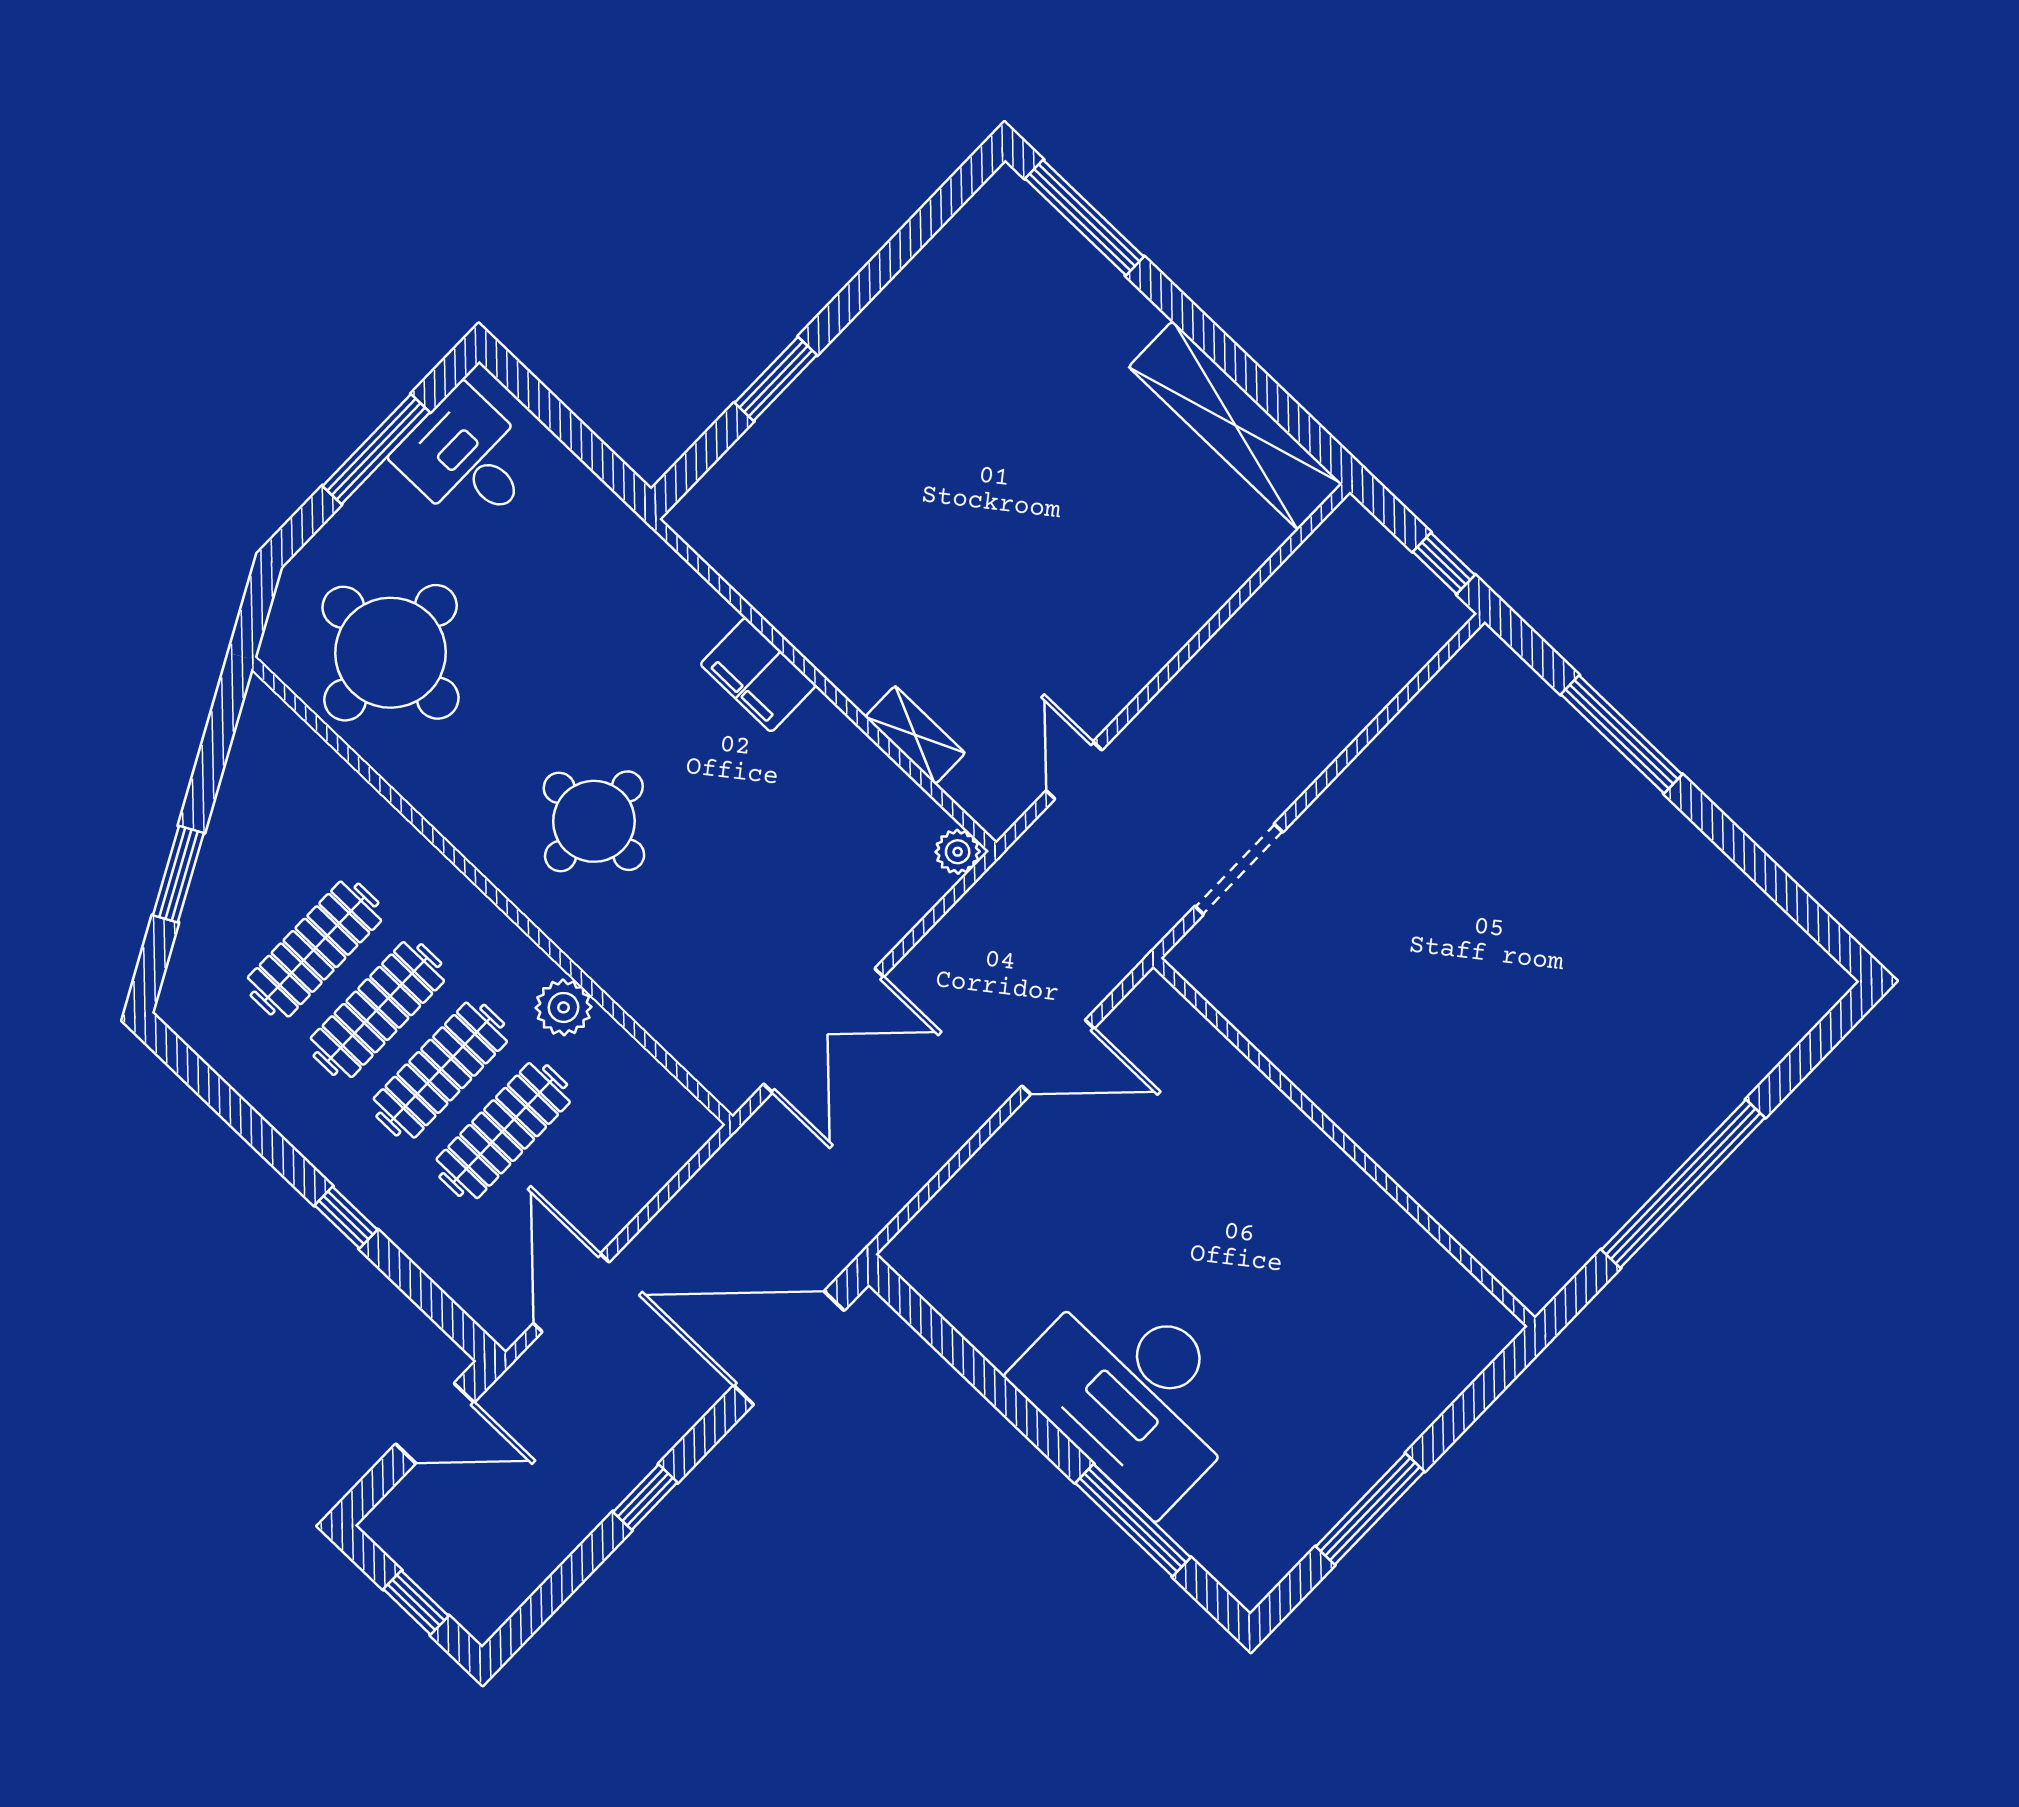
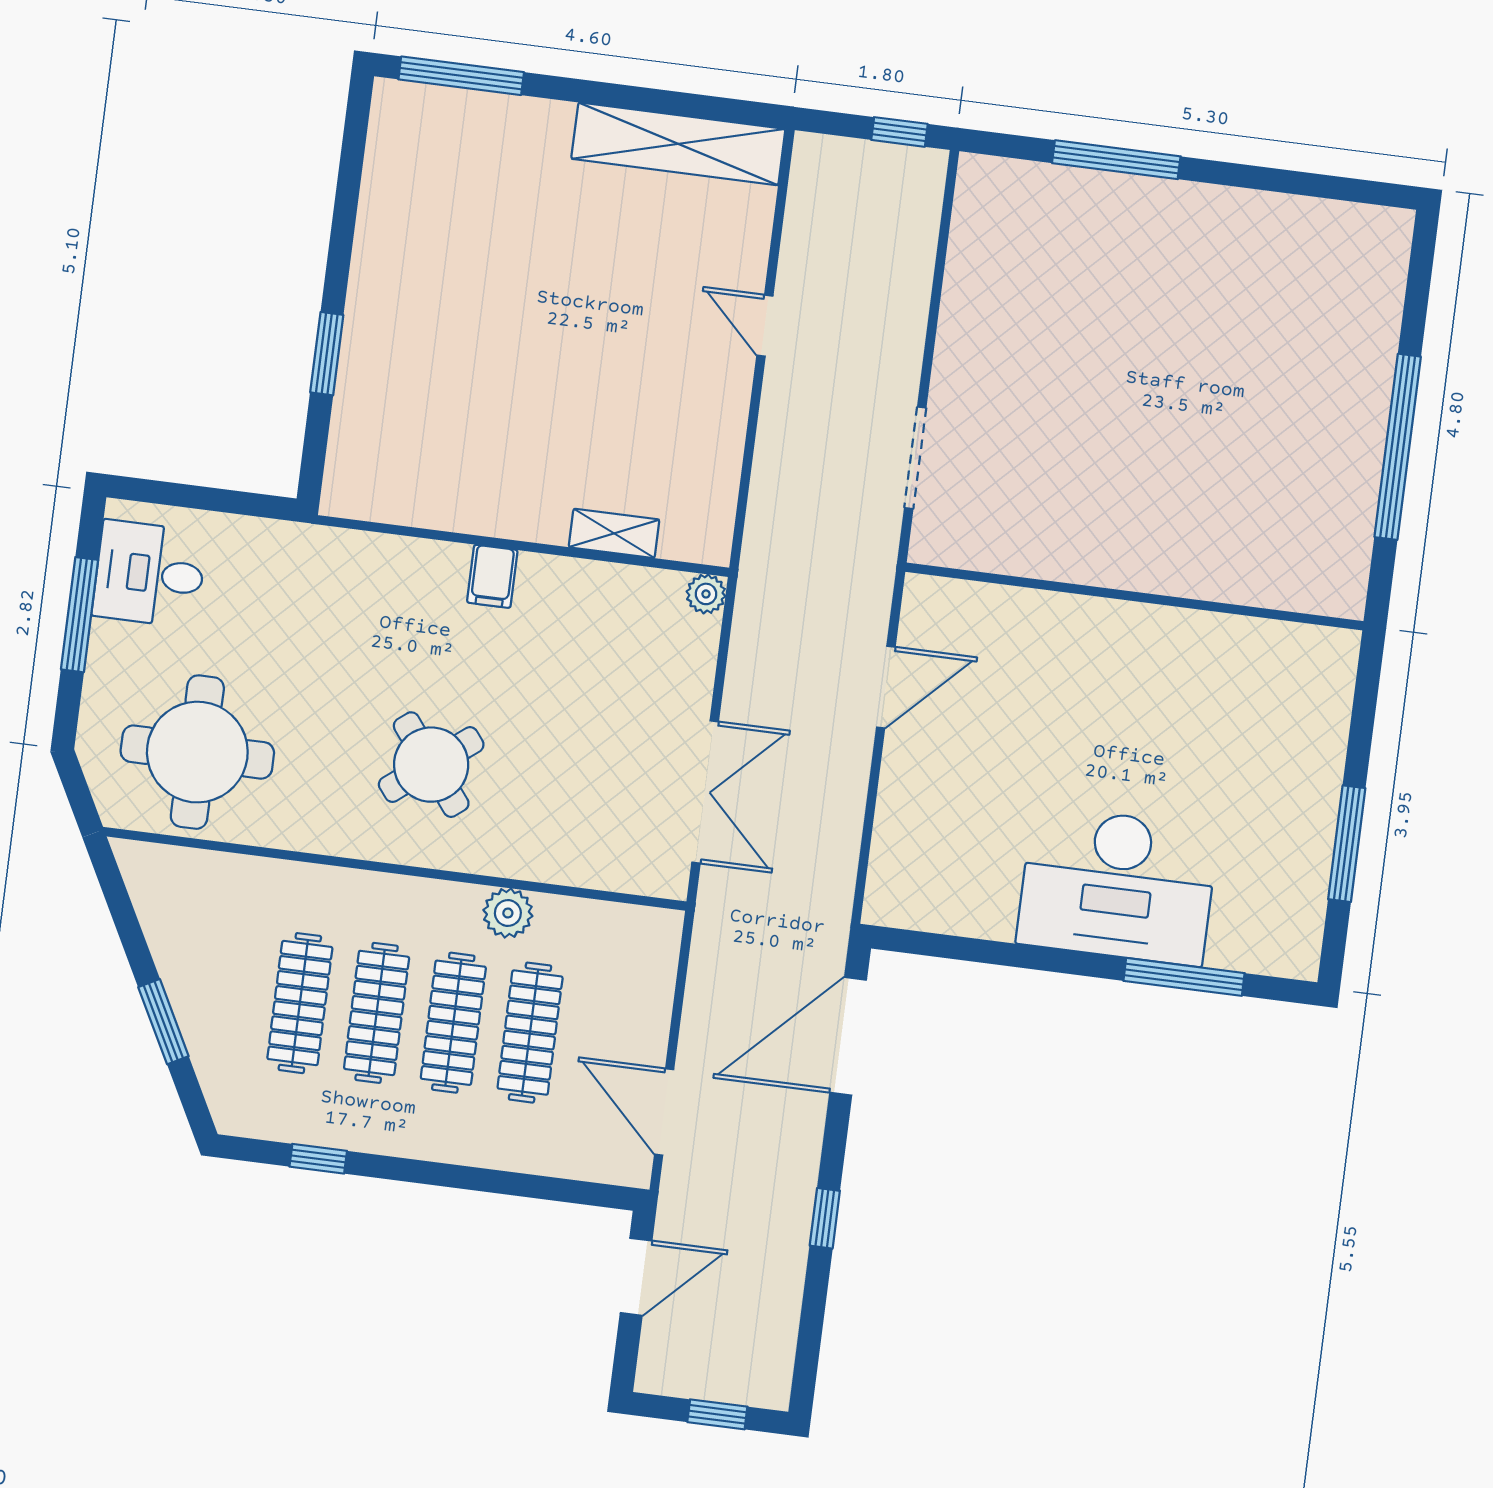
filing cabinet: (758, 675) -> (492, 576), width x0.50
door: (1074, 770) -> (765, 326), moved
round table: (594, 821) -> (431, 765), turned -38
window: (346, 1218) -> (318, 1159), moved

